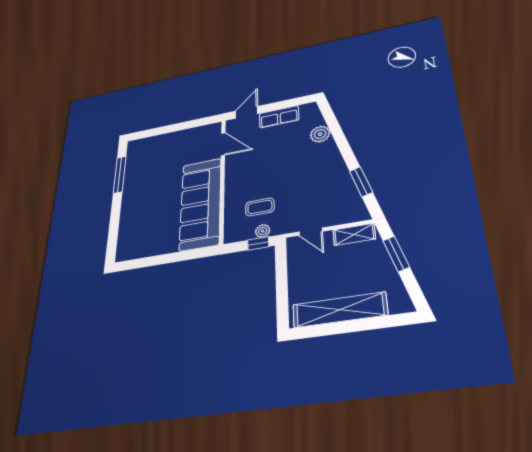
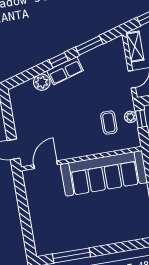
row of seats: (279, 117) -> (65, 71), moved, turned 74
window: (345, 150) -> (59, 60), added

